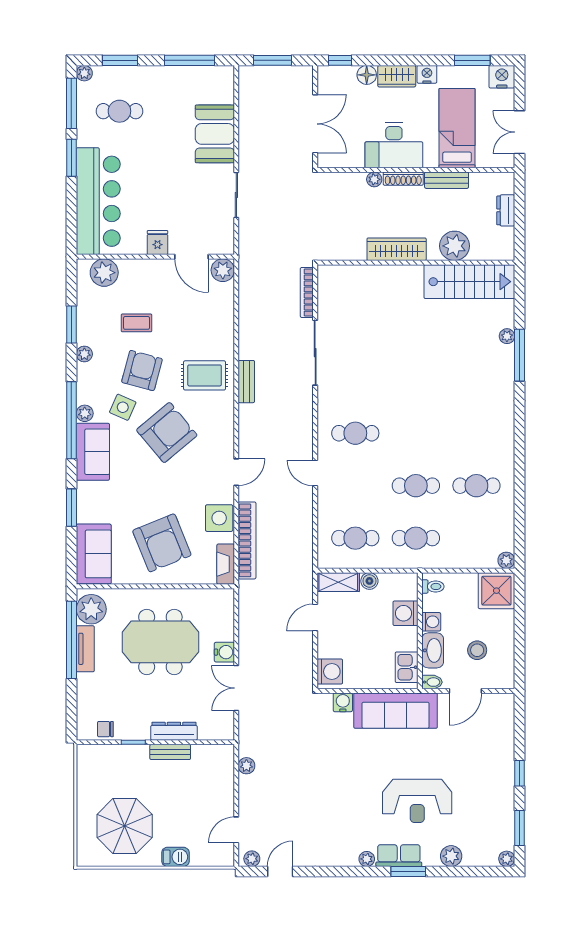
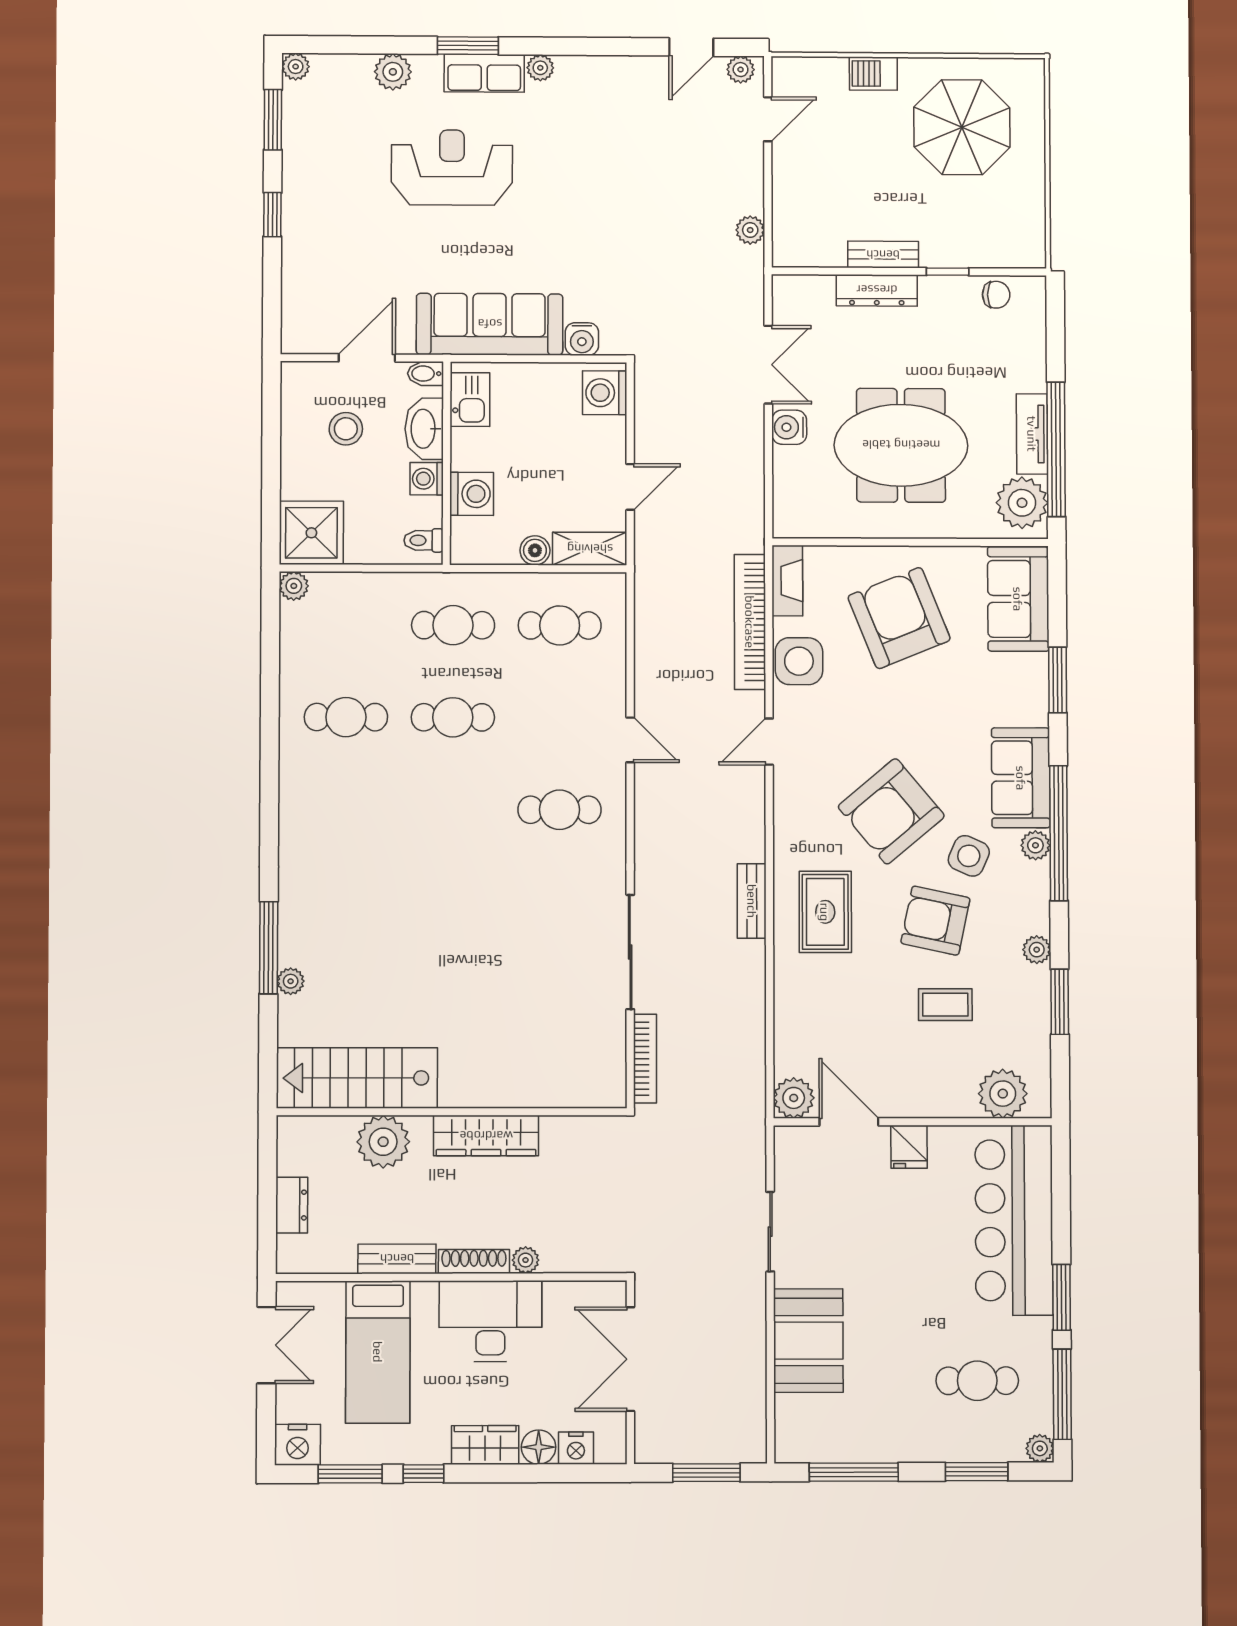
window: (340, 60) -> (423, 1474), moved
nightstand: (427, 74) -> (576, 1448), moved
armchair: (142, 371) -> (935, 921), turned 87
rug: (205, 375) -> (825, 912), turned 90

